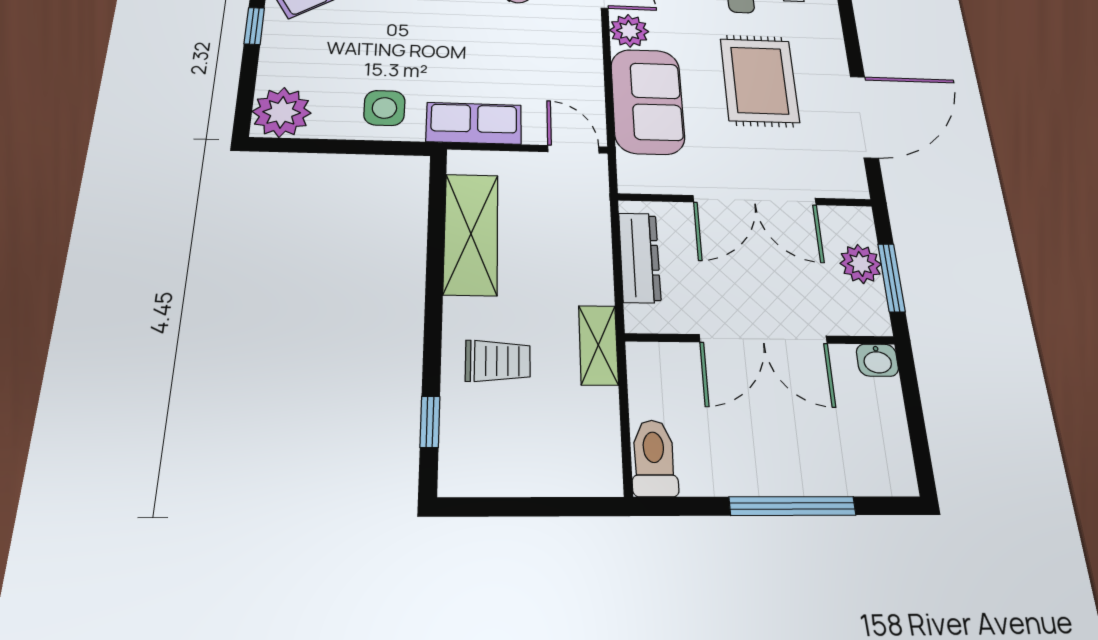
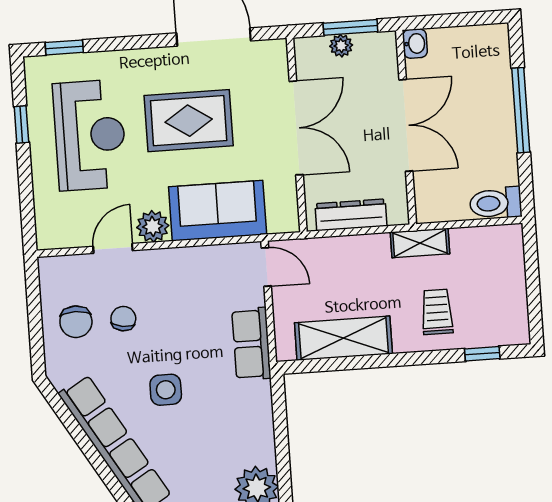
side table: (384, 108) -> (166, 390), moved
door: (573, 149) -> (266, 267), swing flipped
plant: (861, 264) -> (341, 46), width x0.73, depth x0.73

